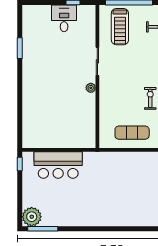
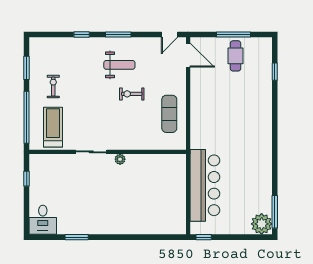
desk: (64, 18) -> (43, 220), moved, turned -90
treadmill: (120, 27) -> (53, 127), turned -90
bar counter: (58, 165) -> (205, 185), width x1.36

